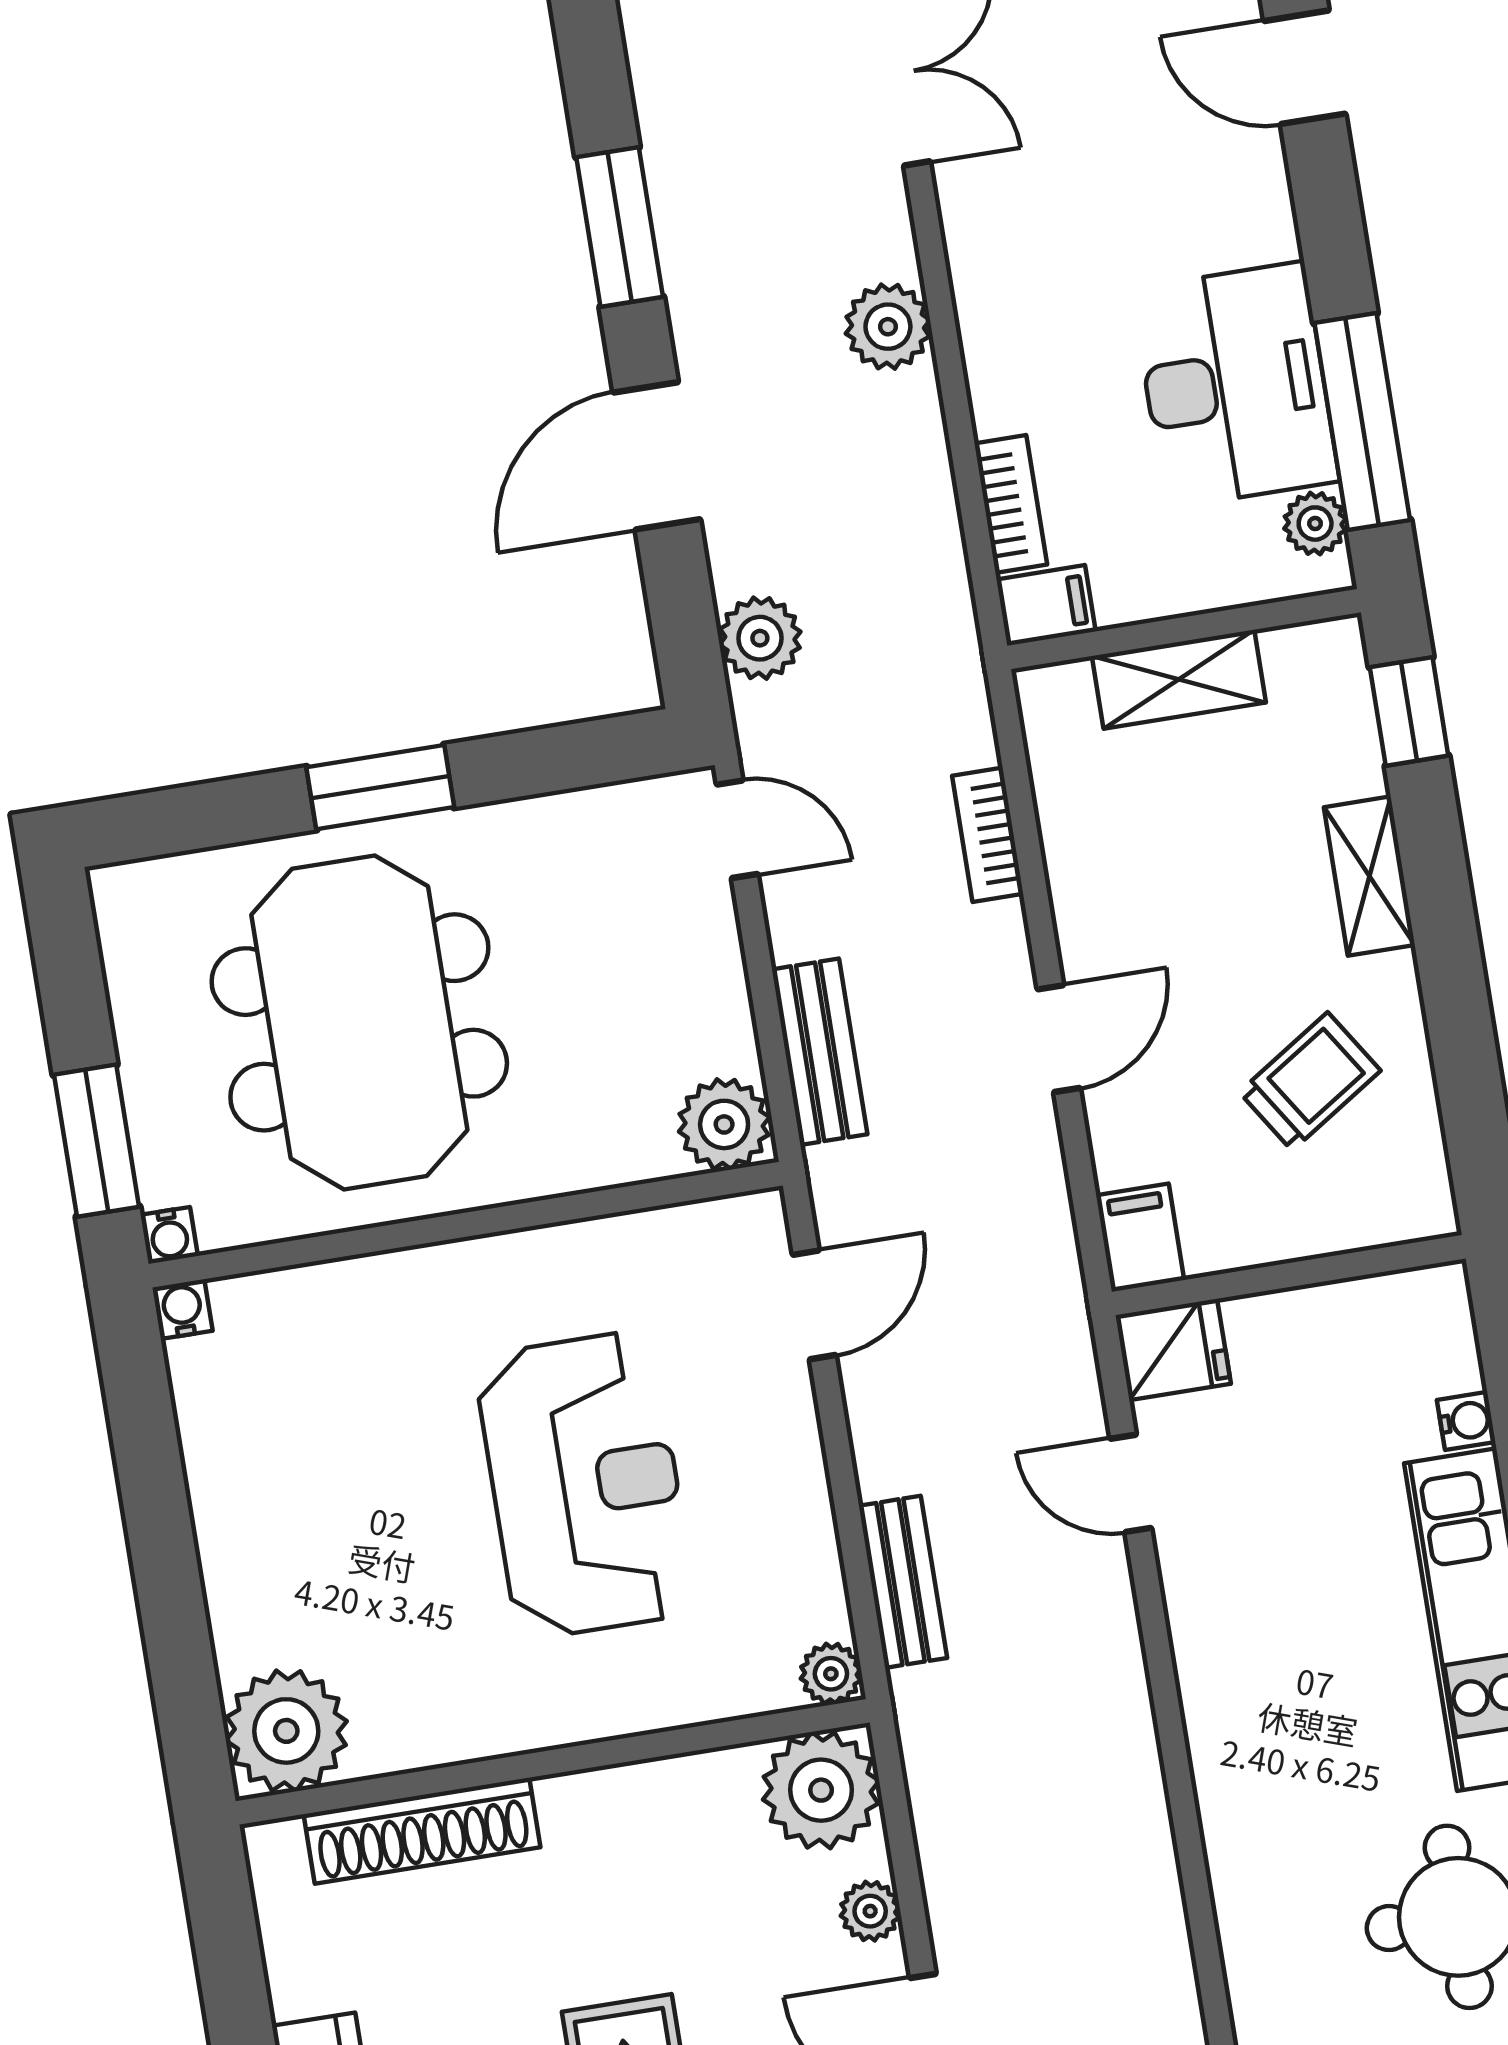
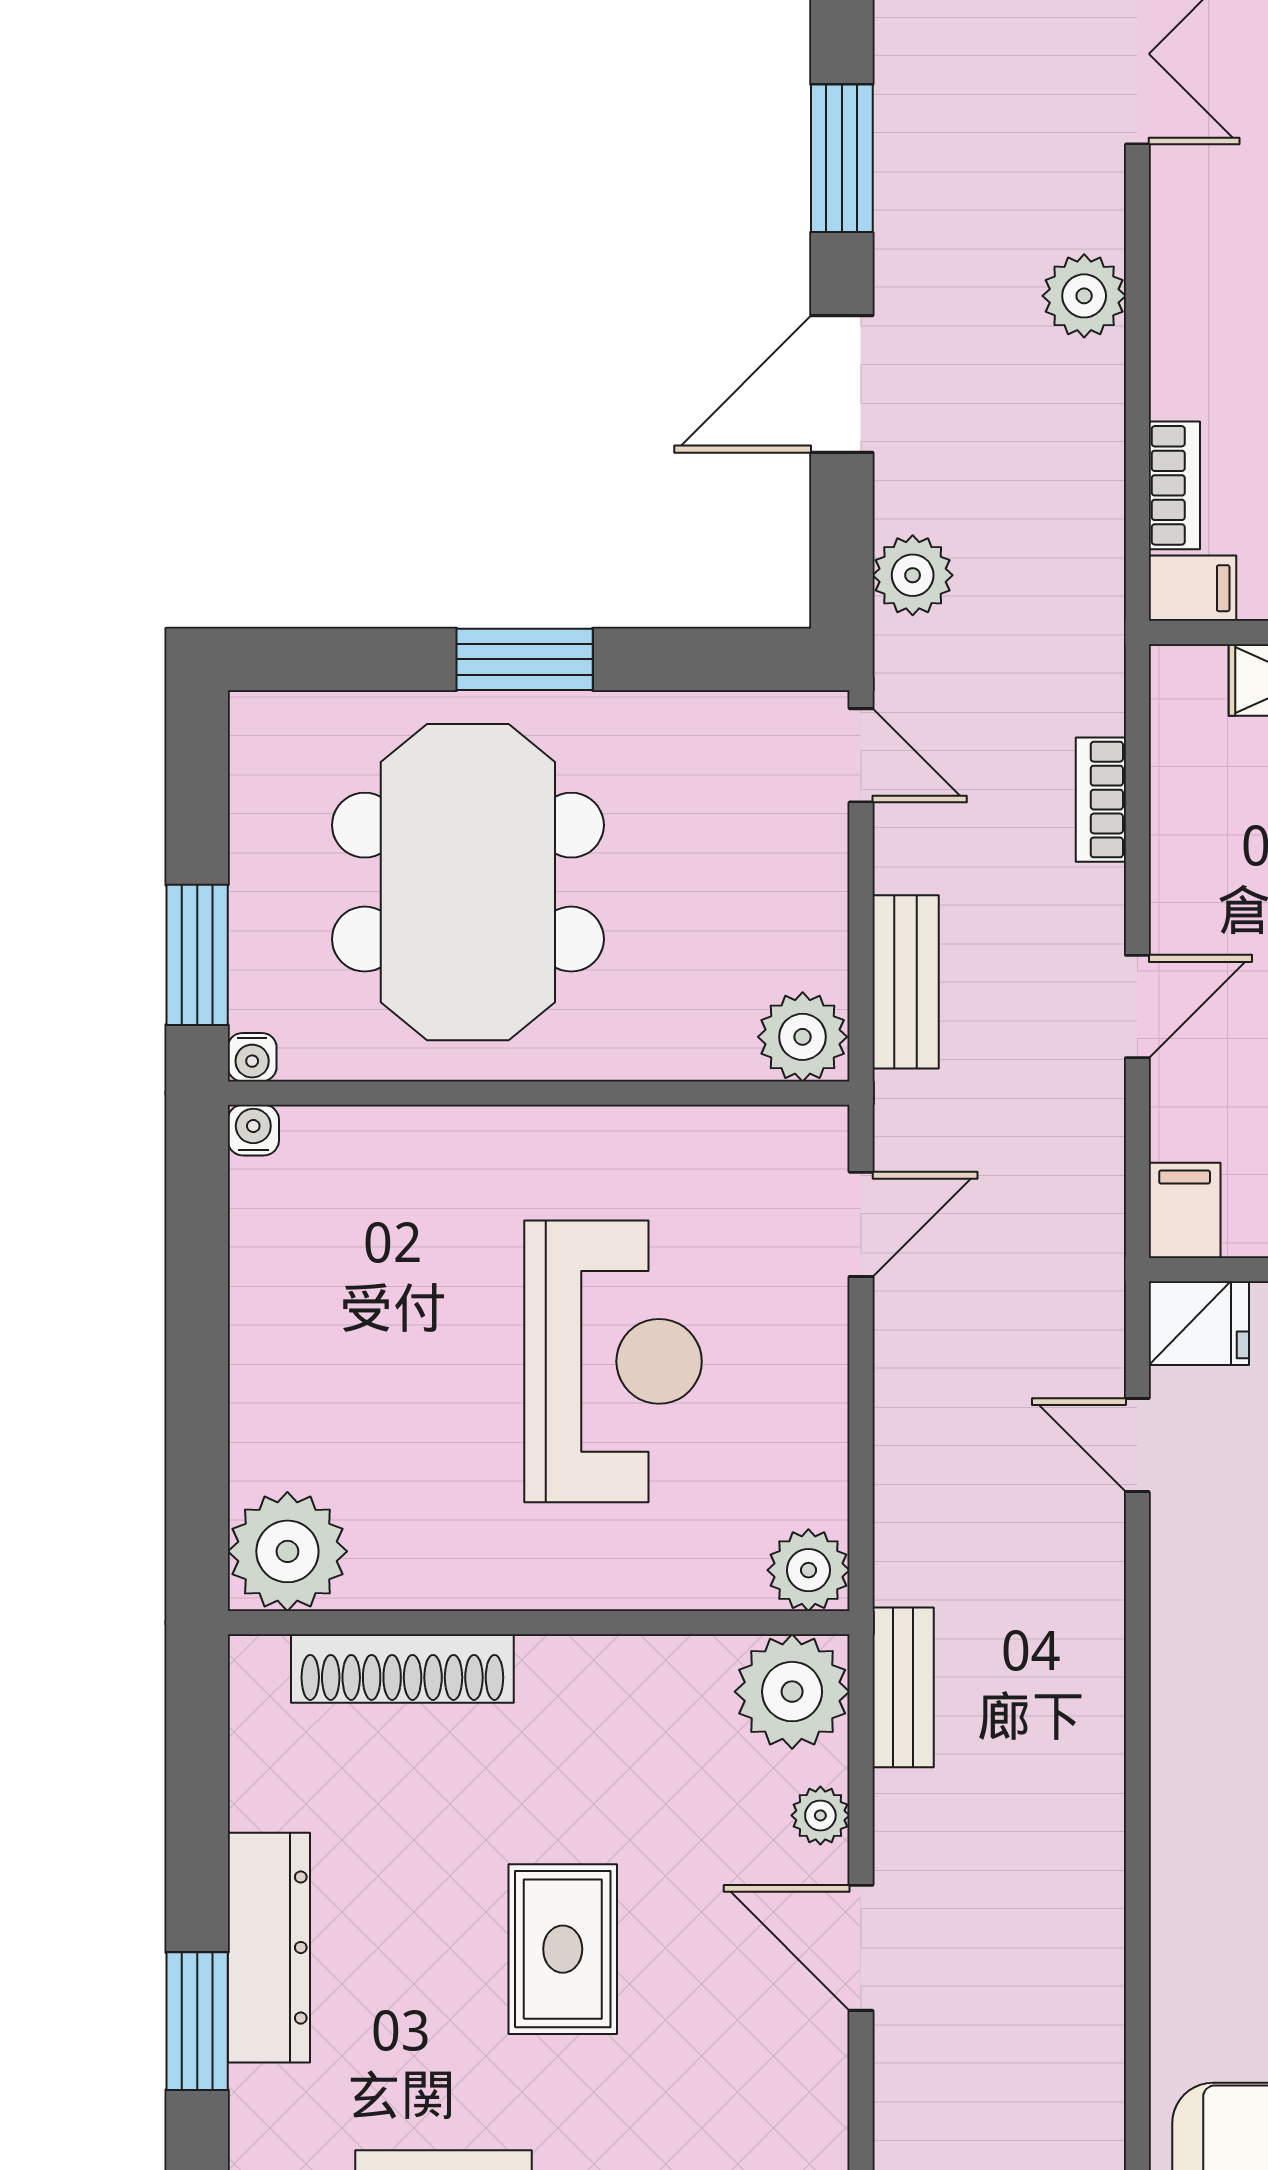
bench: (903, 1582) -> (903, 1687), moved
plant: (831, 1674) -> (808, 1570), width x1.38, depth x1.38

